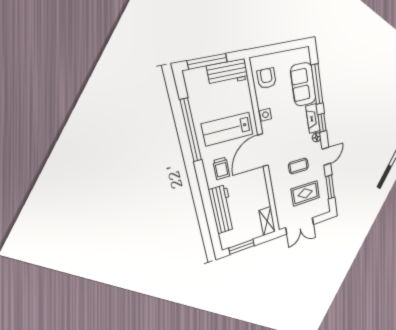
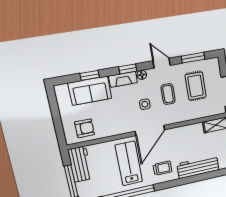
armchair: (267, 78) -> (85, 128), turned 180
window: (317, 84) -> (90, 75), width x0.46
side table: (265, 115) -> (145, 104), moved
lab bench: (228, 129) -> (129, 163), turned 180
door: (263, 150) -> (150, 131), hinge flipped

